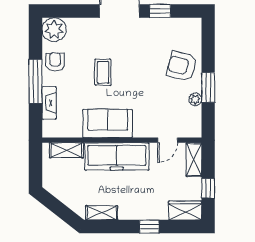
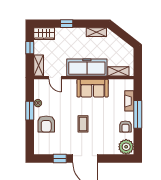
armchair: (182, 66) -> (46, 124), turned 76
coffee table: (103, 72) -> (83, 124), moved
door: (168, 140) -> (55, 78), swing flipped

